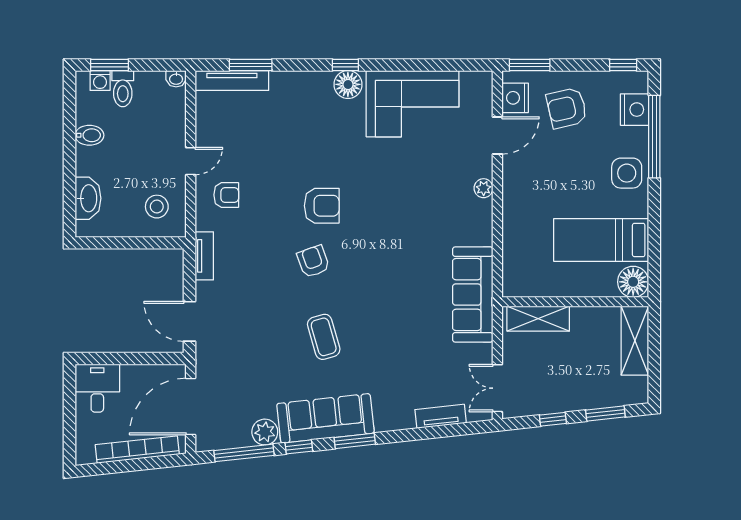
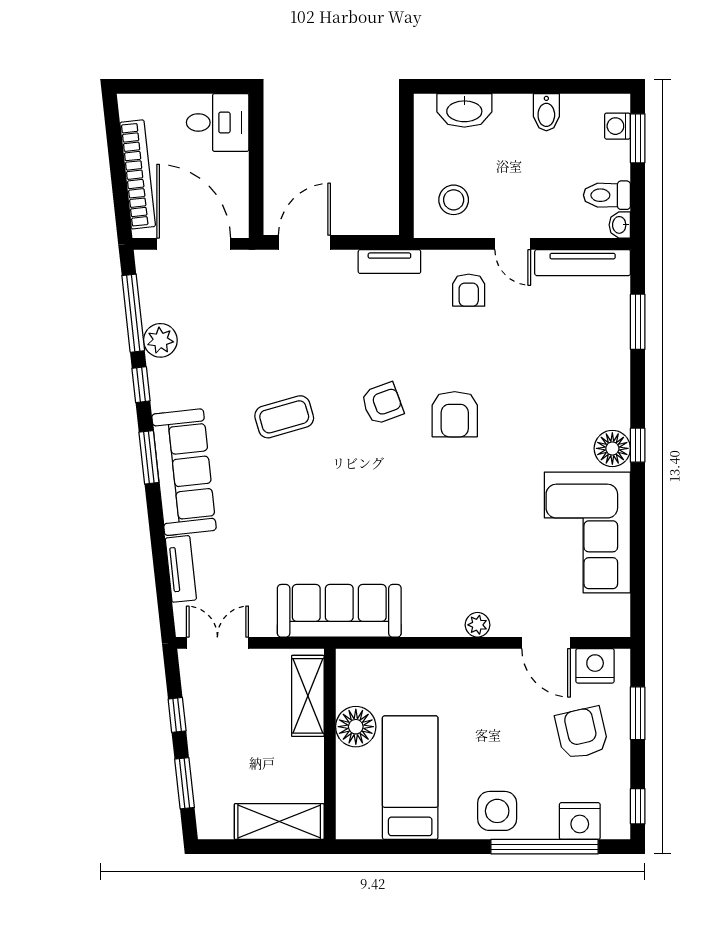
window: (530, 65) -> (638, 713), moved
tv unit: (232, 81) -> (583, 263), moved, turned -90
toilet: (123, 89) -> (607, 195), moved
floor lamp: (633, 282) -> (356, 727), moved
sofa: (325, 418) -> (184, 472), moved

